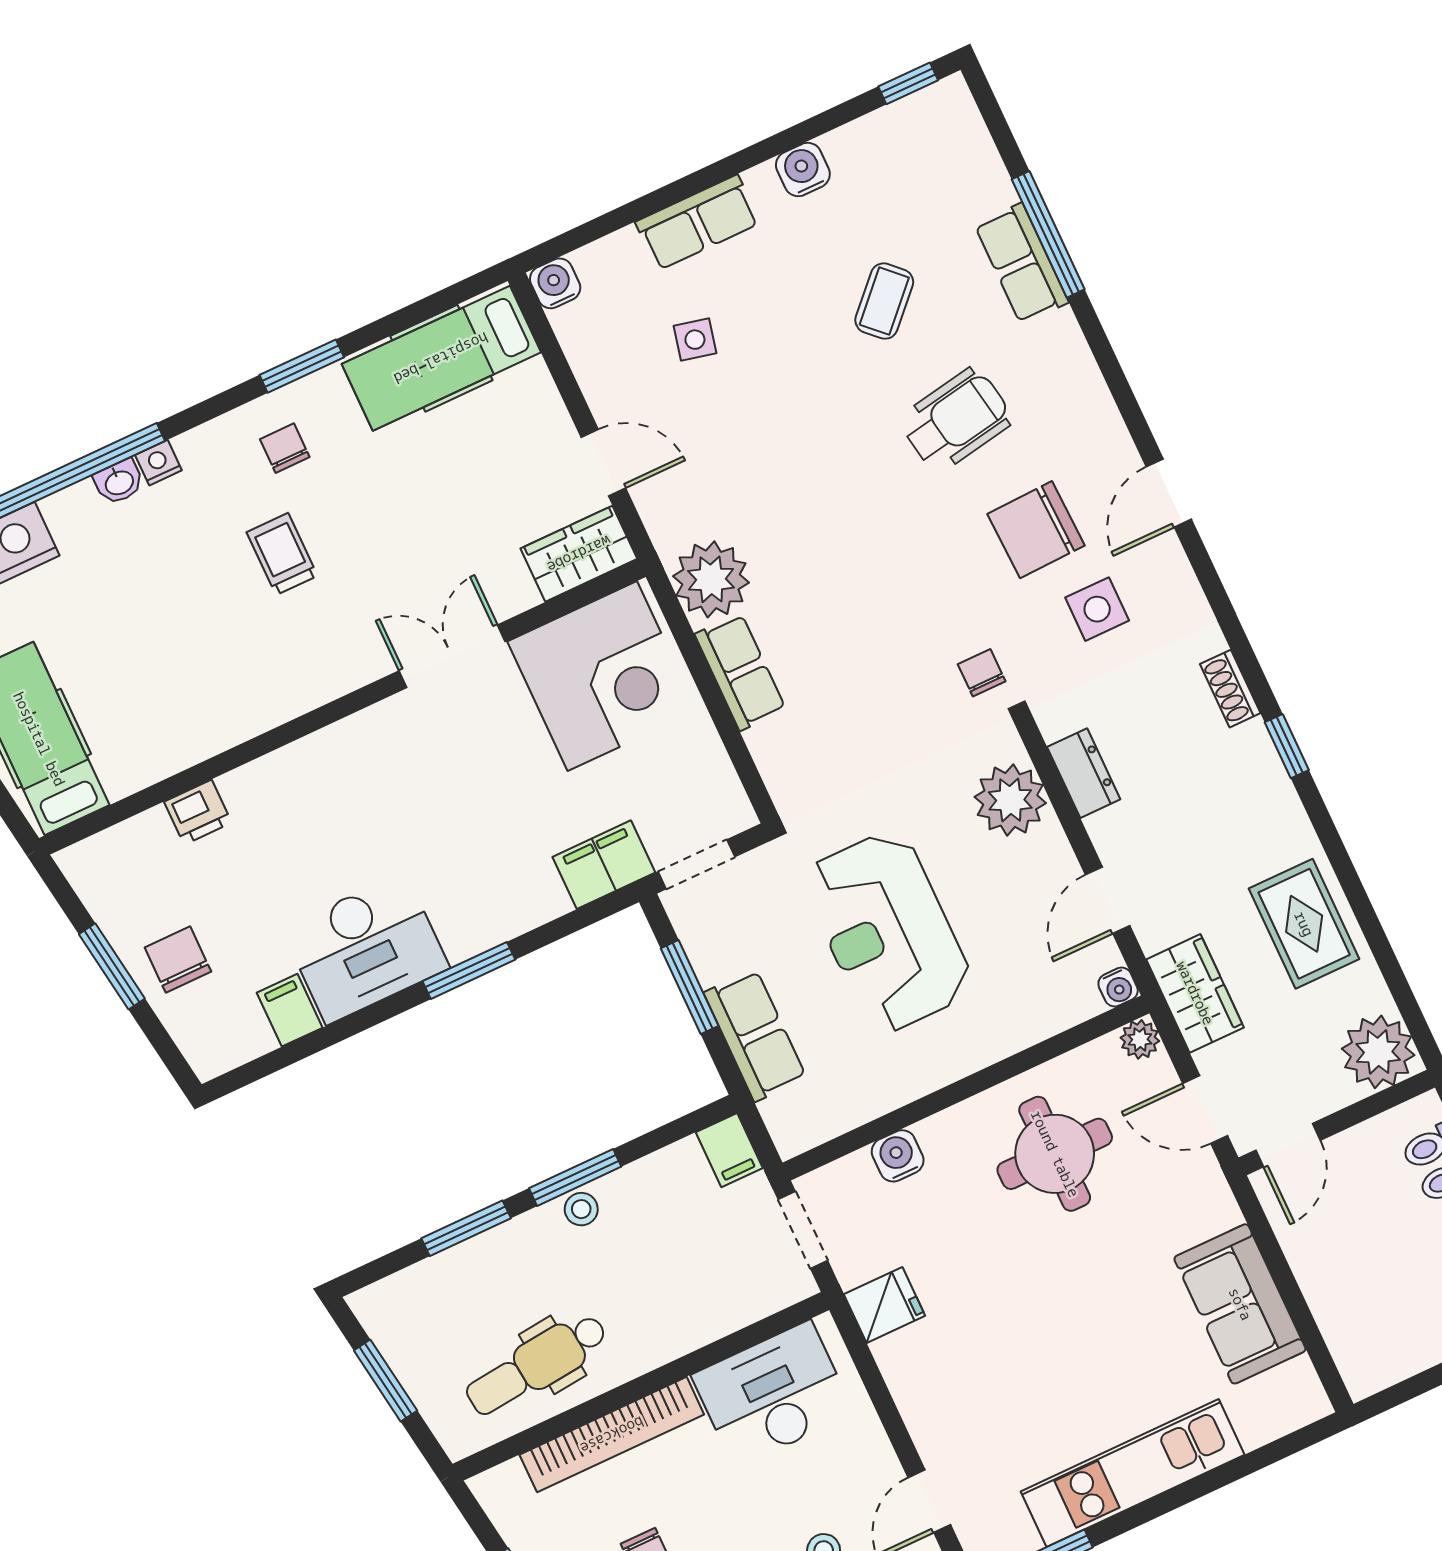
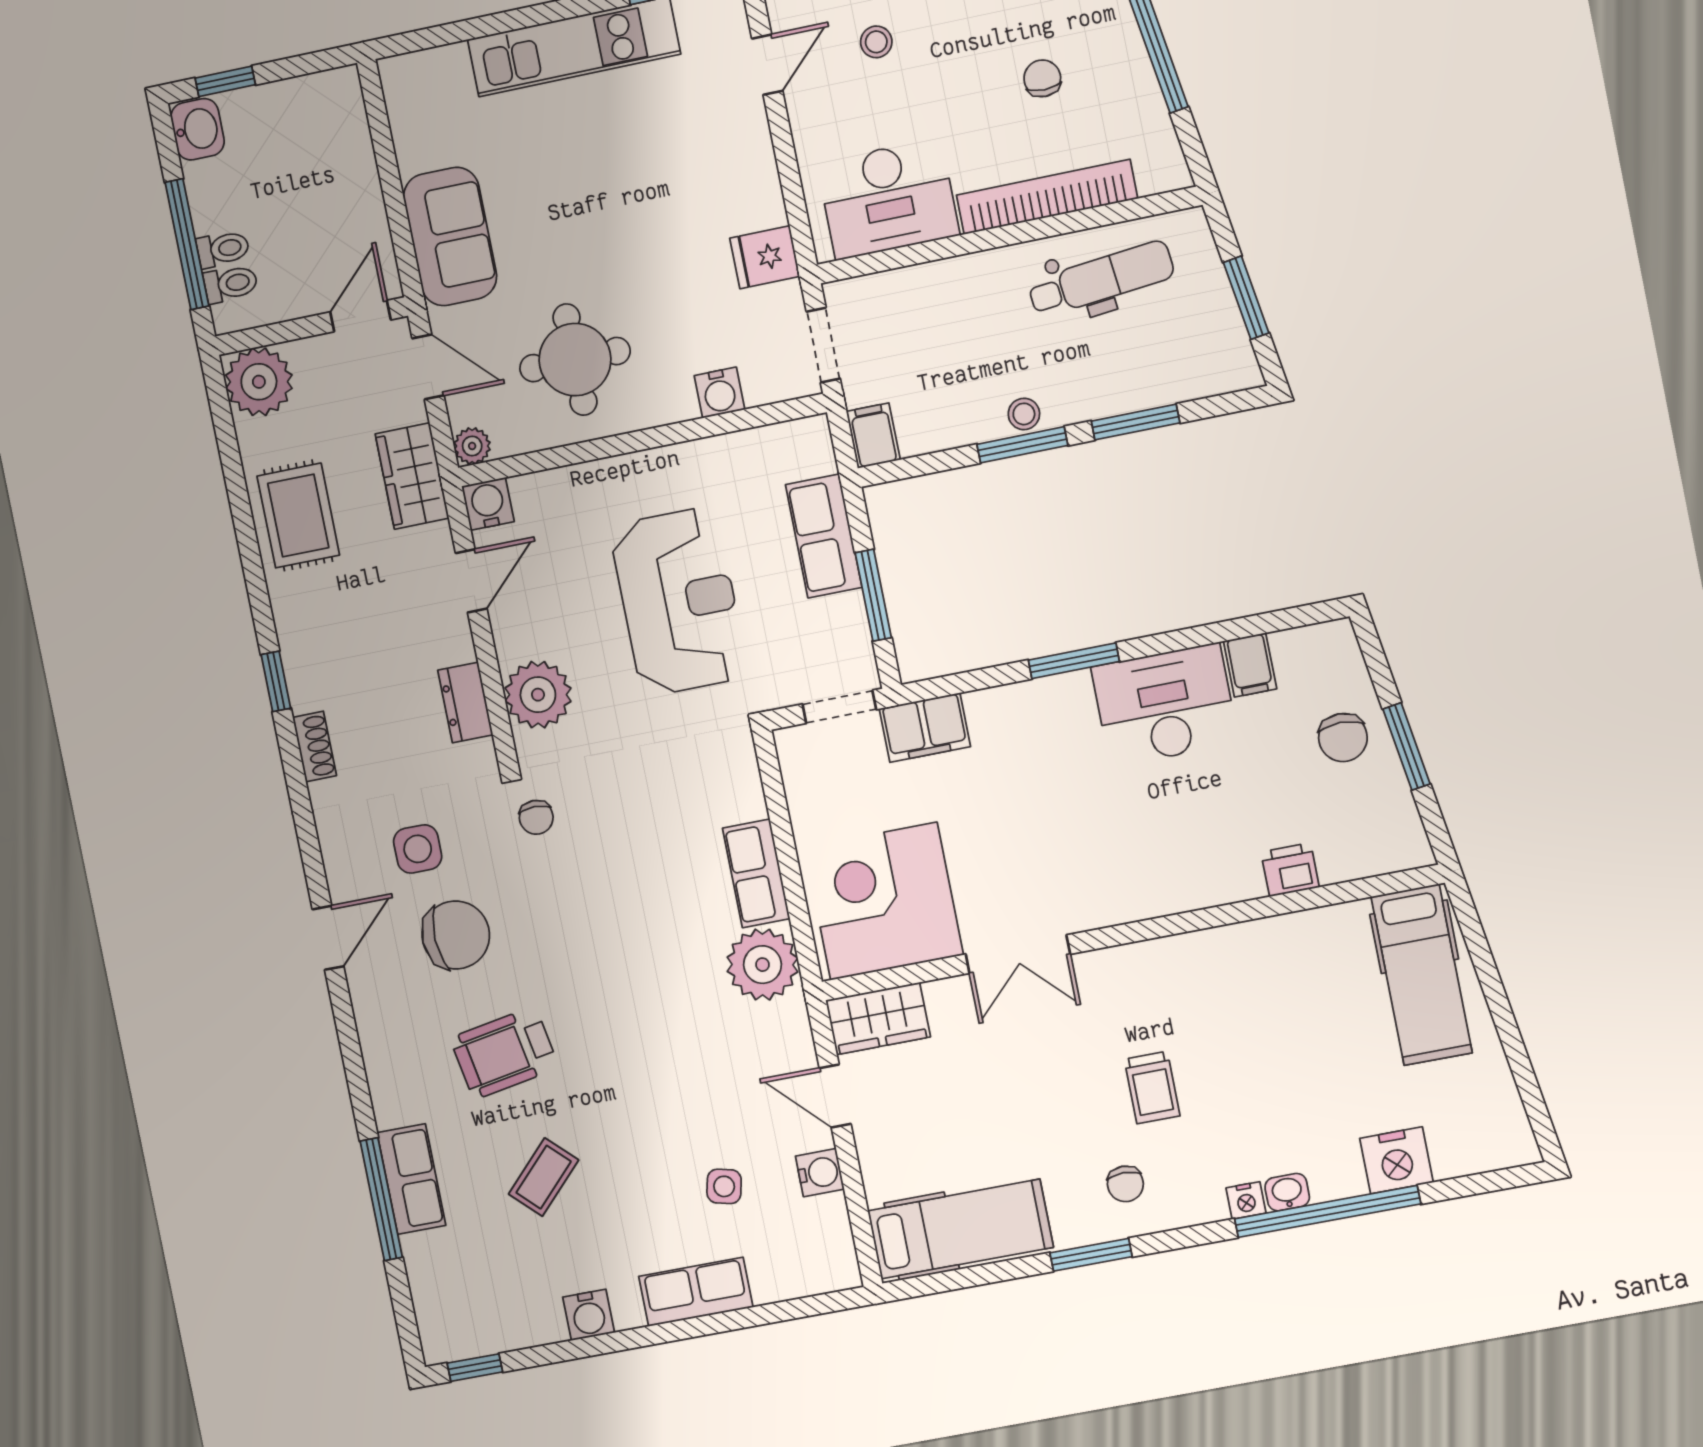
water cooler: (555, 283) -> (820, 1173), moved, turned -90
water cooler: (1118, 987) -> (488, 504), width x1.38, depth x1.38
sofa: (1240, 1304) -> (450, 237), moved

